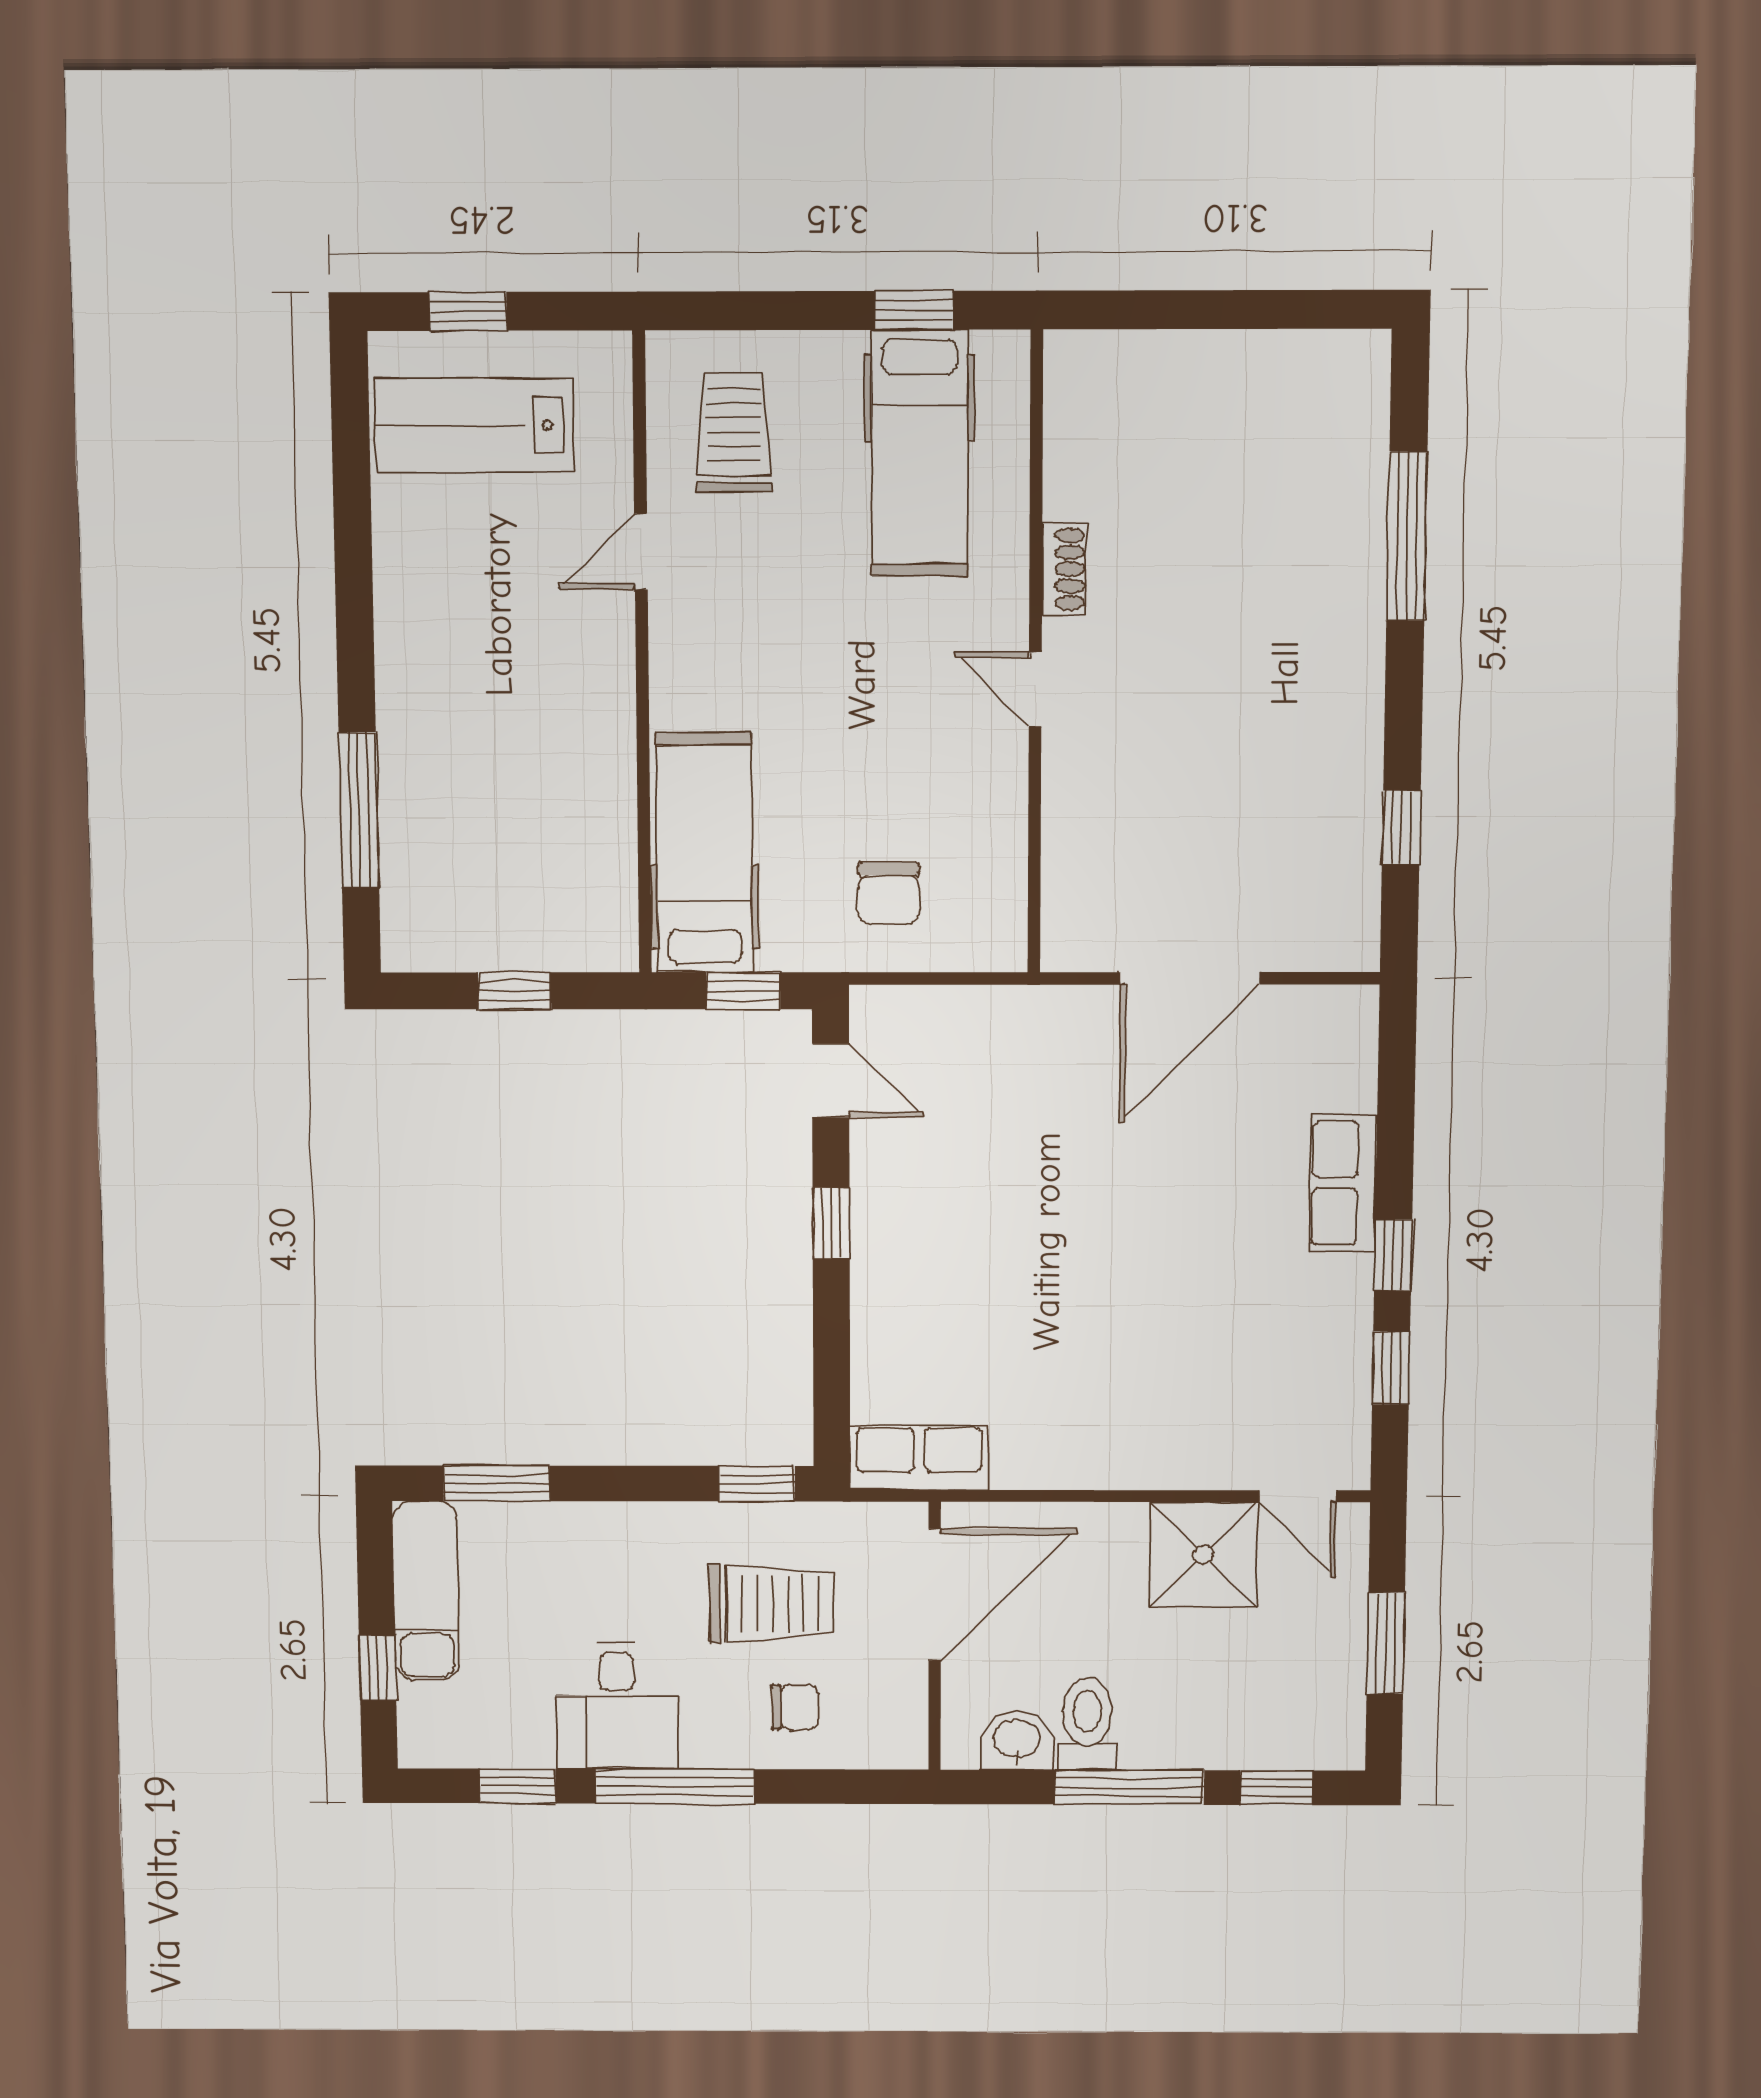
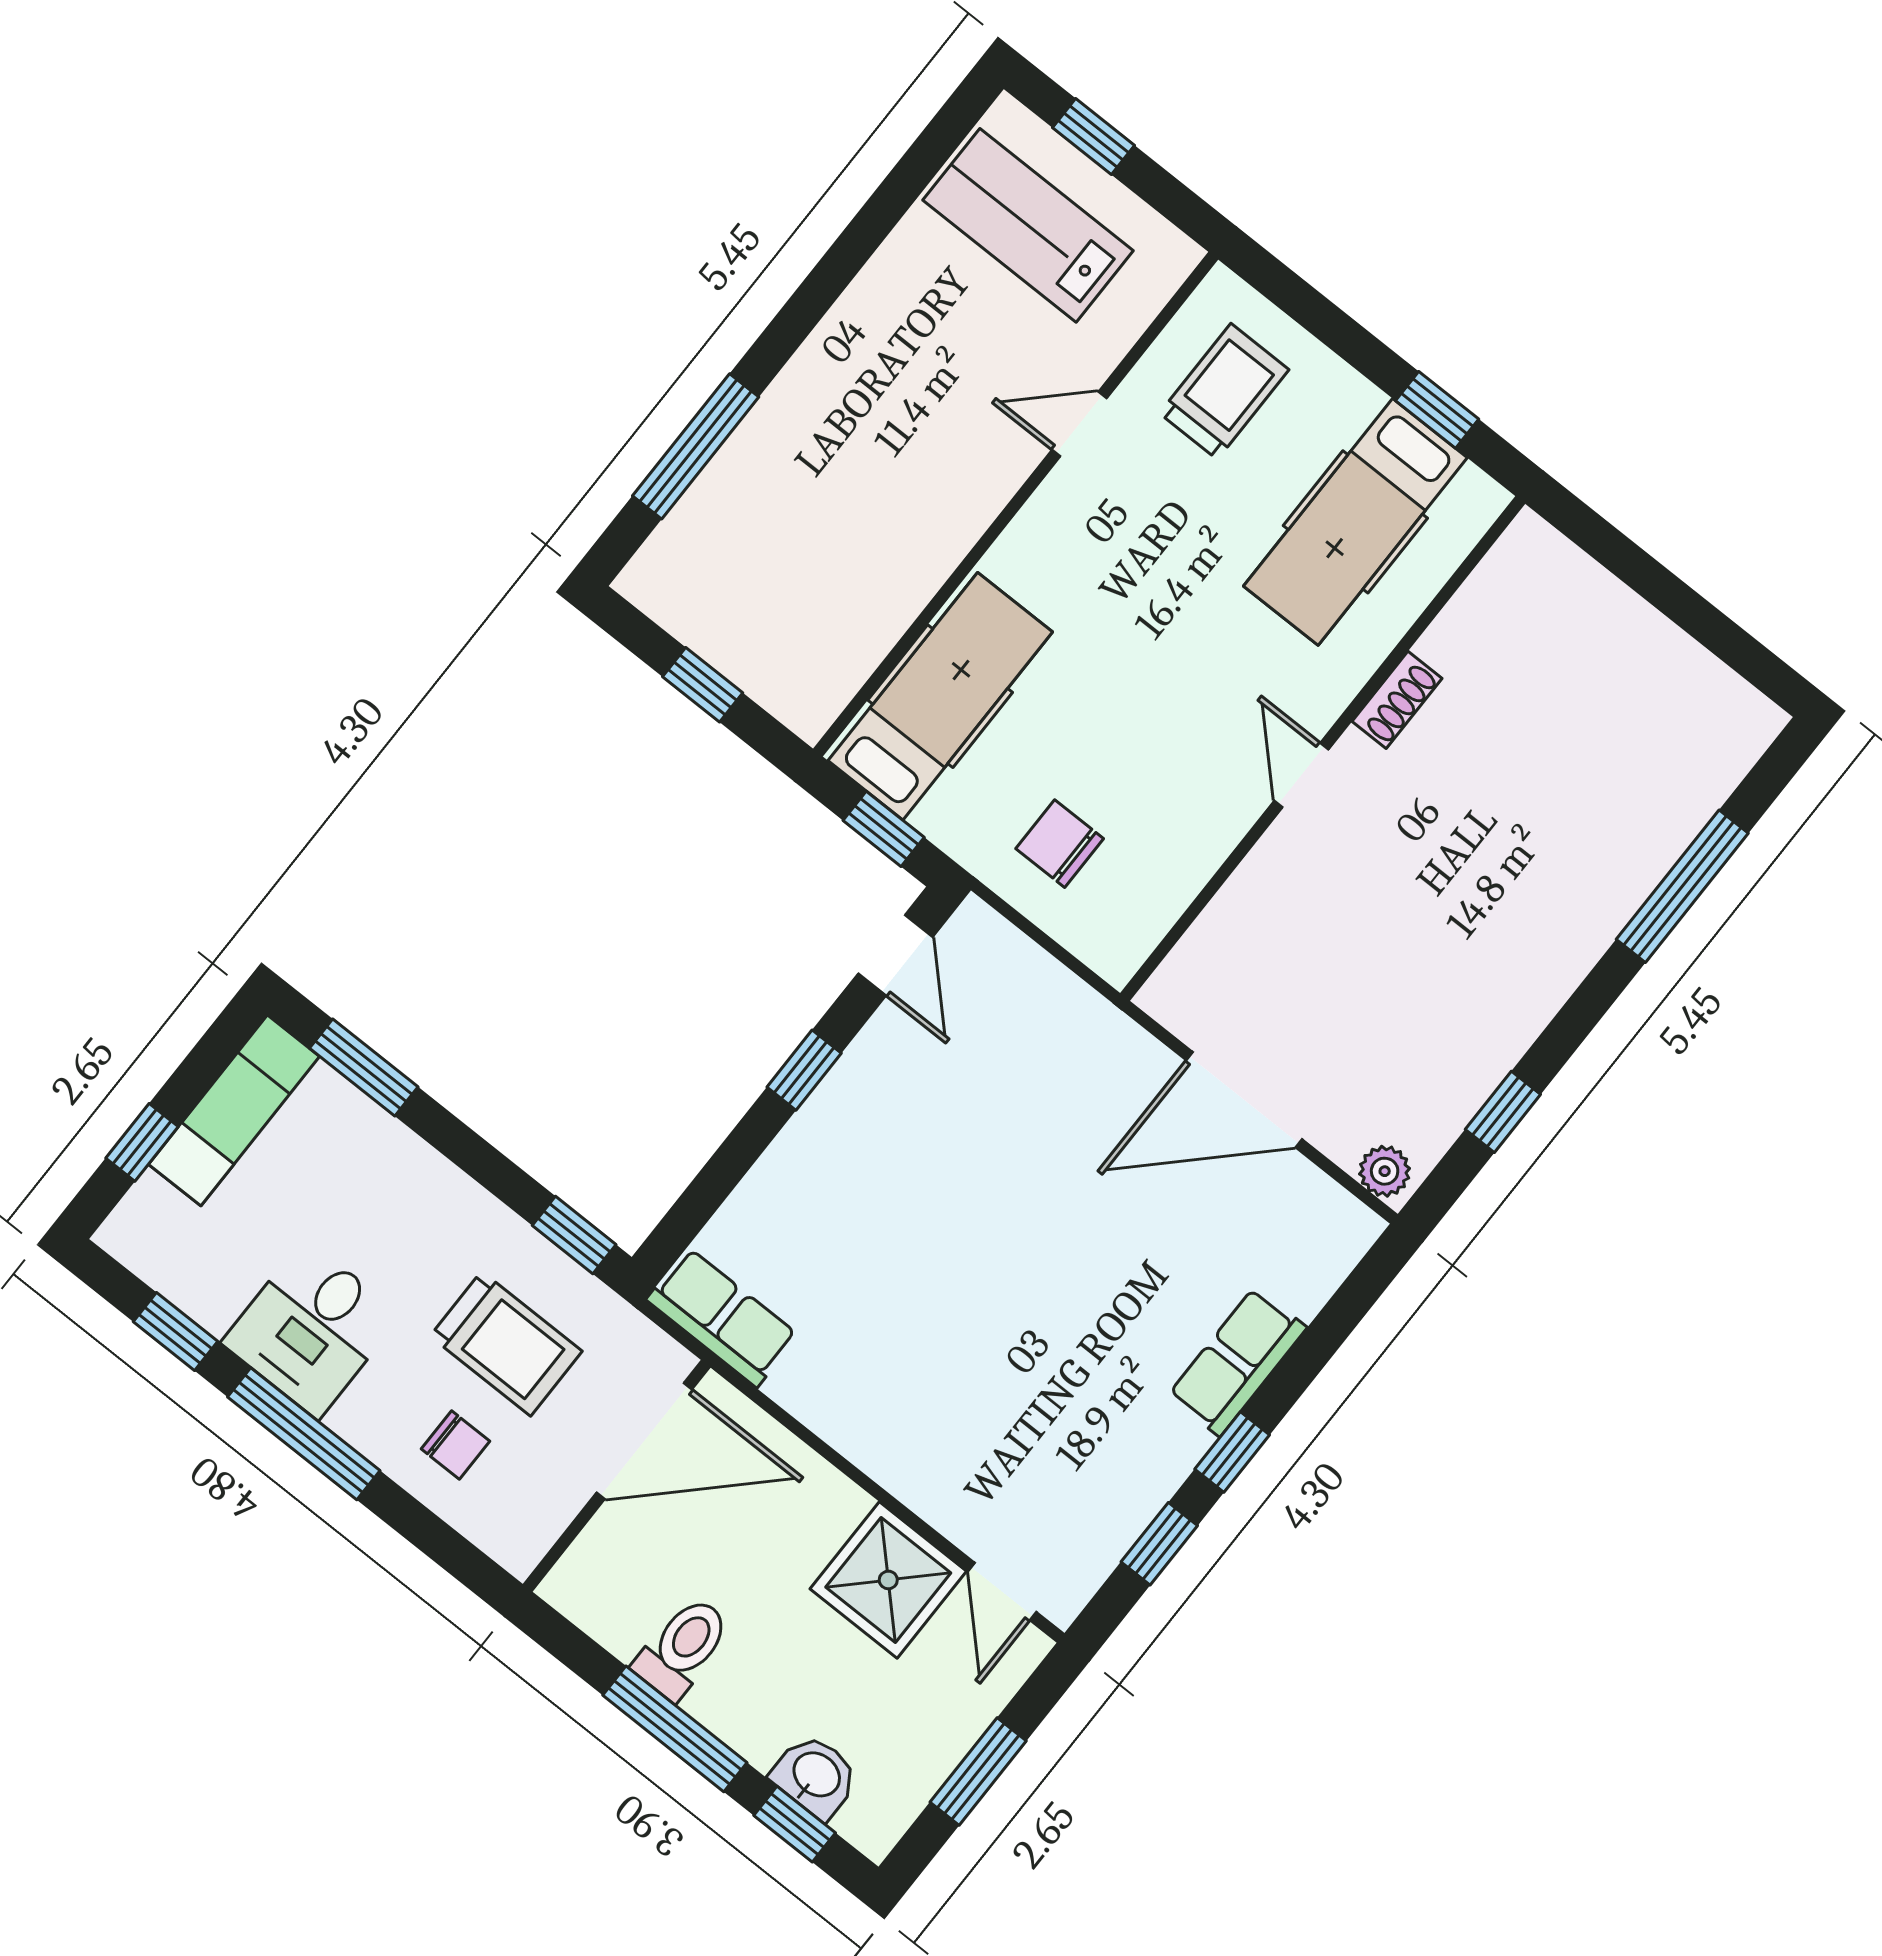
chair: (889, 894) -> (1060, 844), turned 90
plant: (1344, 947) -> (1385, 1171), added
washbasin: (1017, 1740) -> (815, 1776), moved

